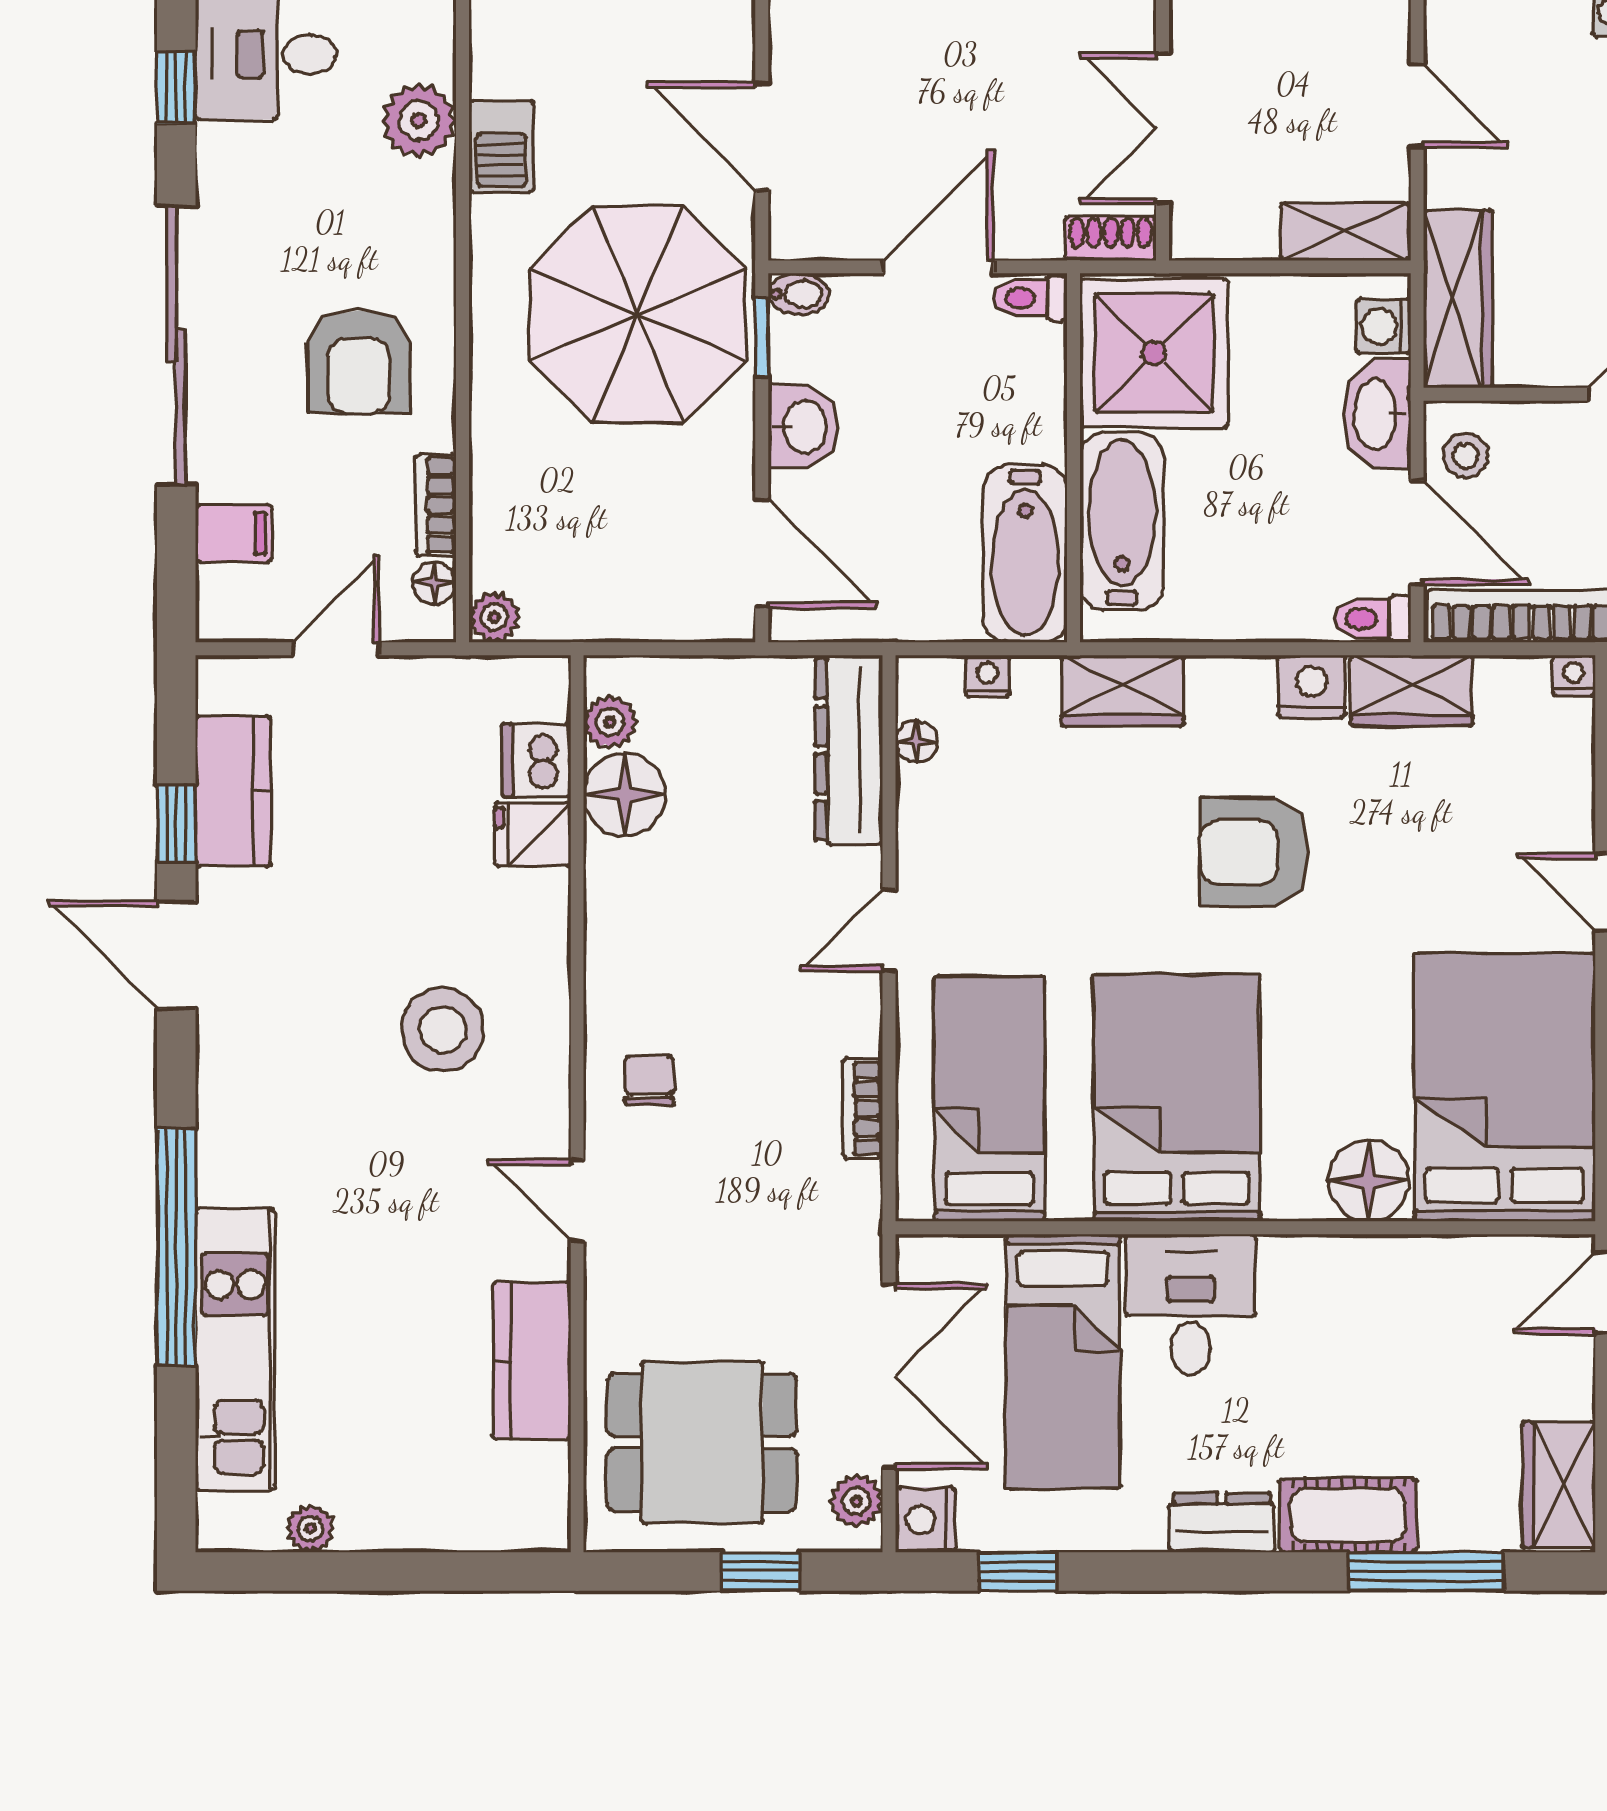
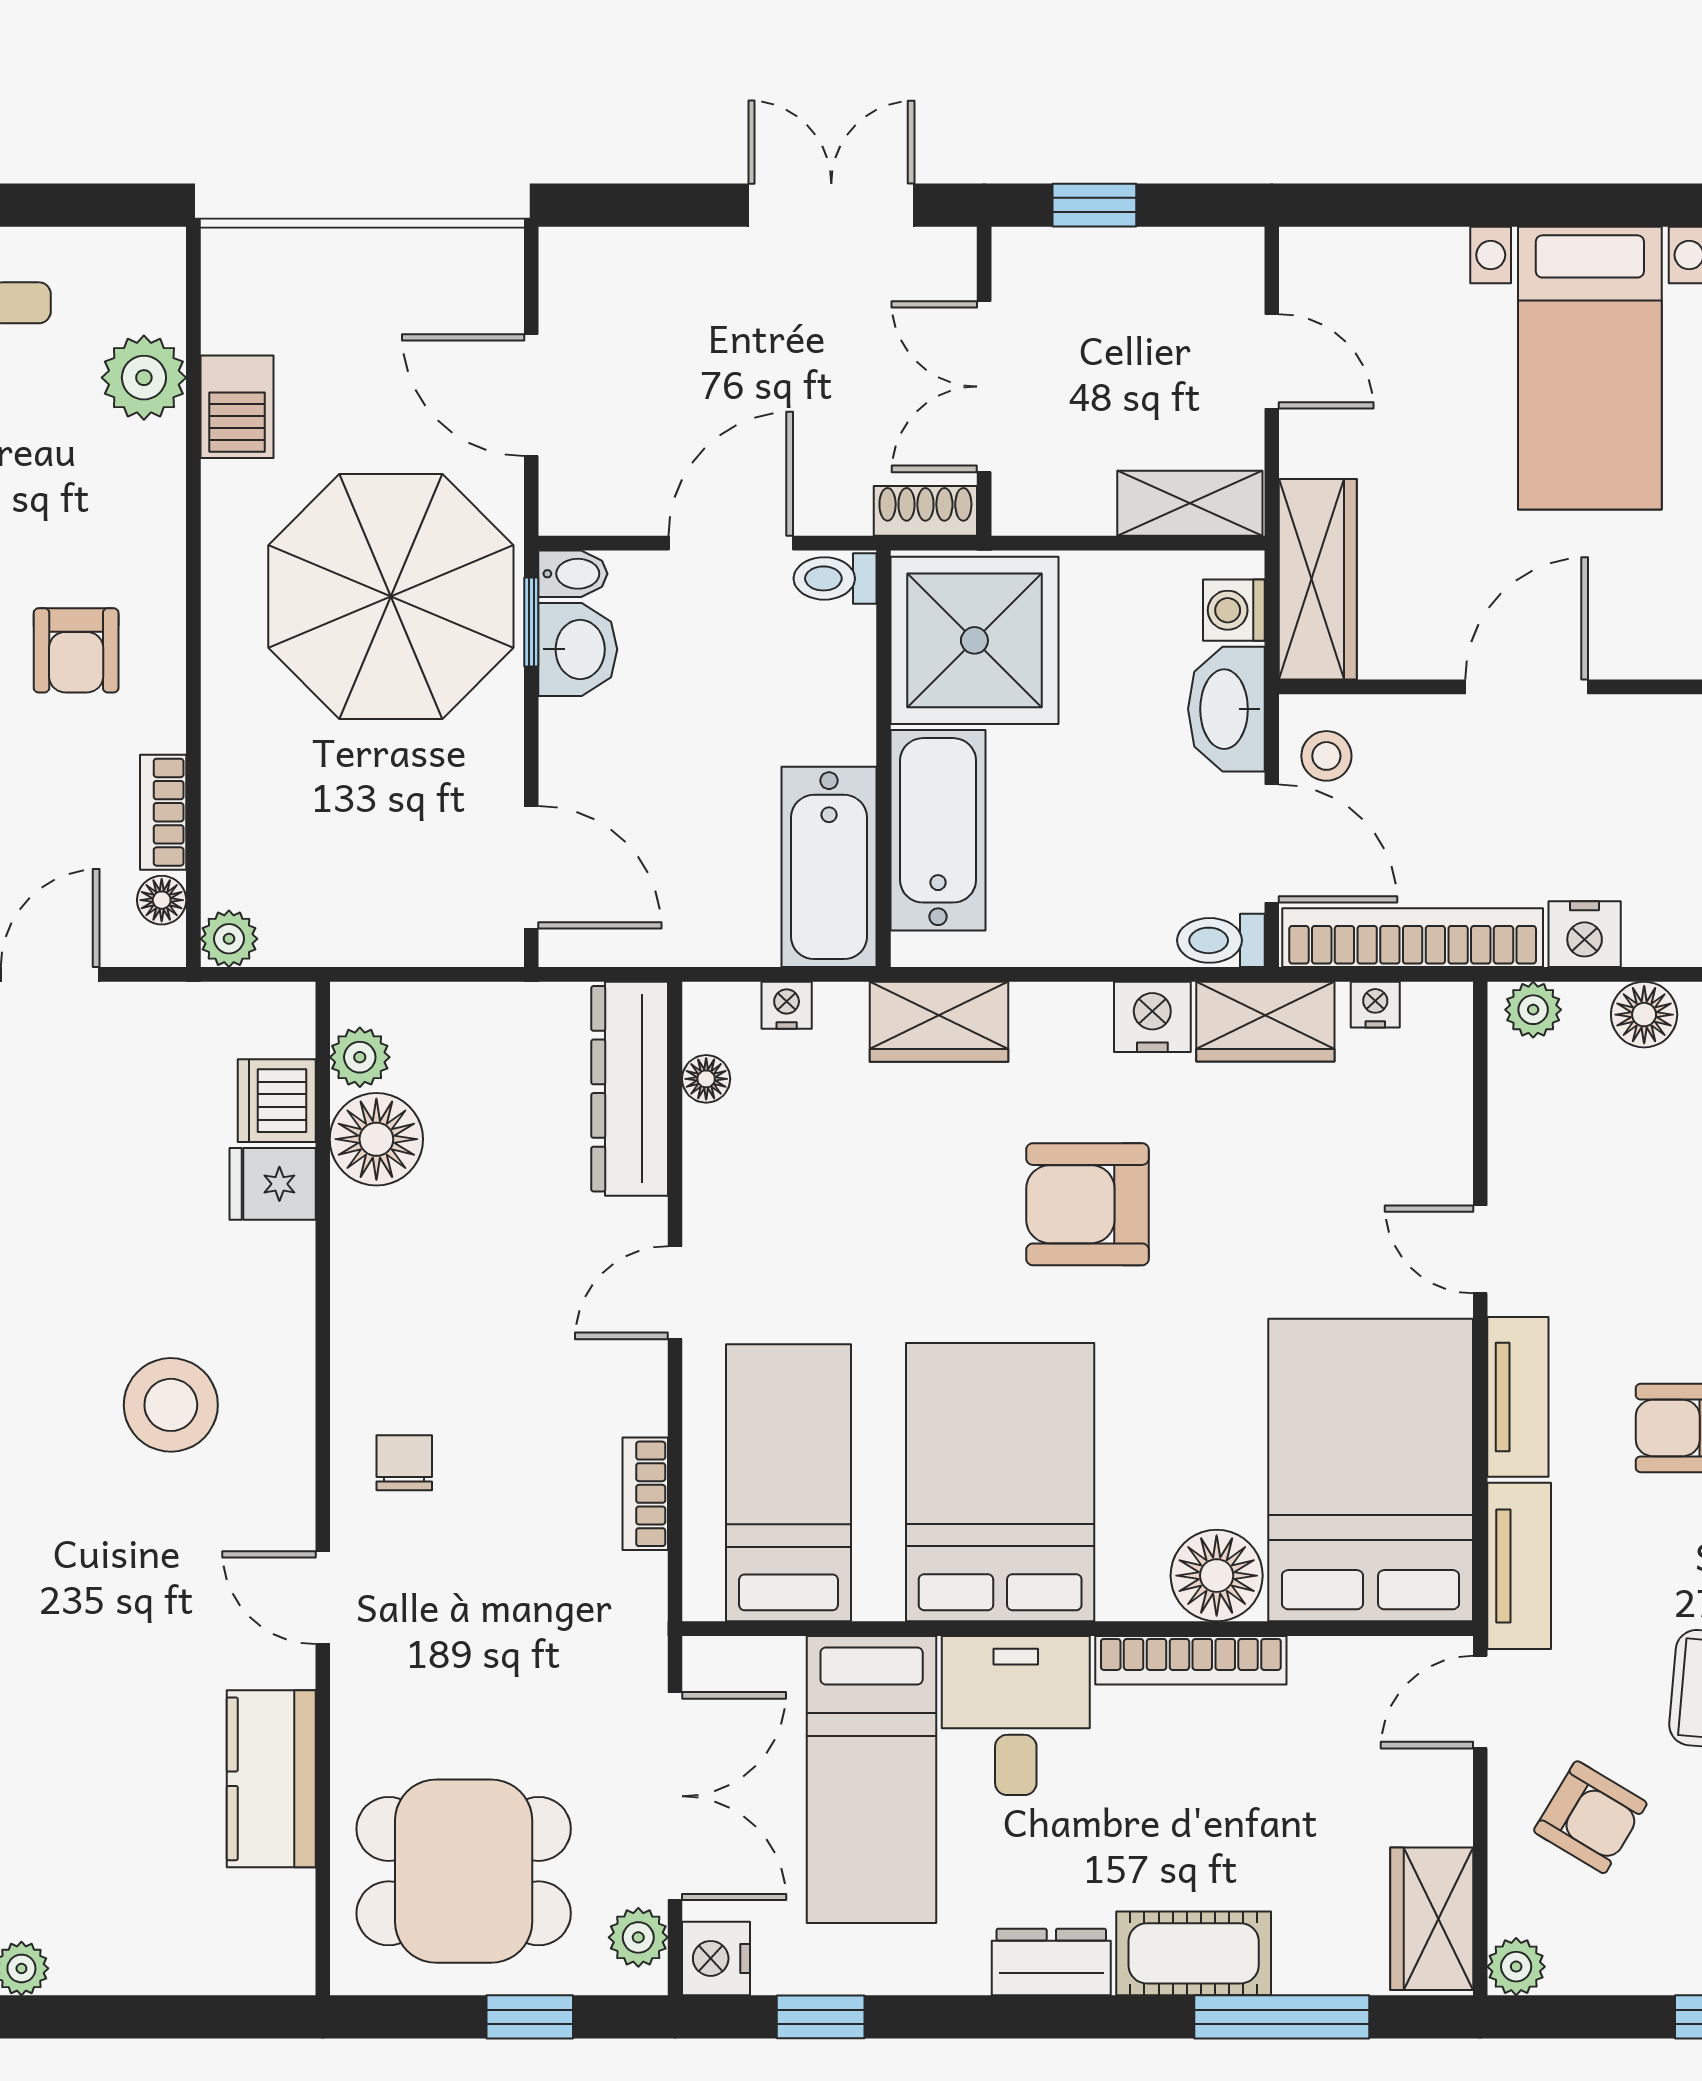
armchair: (359, 362) -> (76, 650), width x0.72, depth x0.72
washbasin: (803, 427) -> (578, 649), moved
nightstand: (1574, 675) -> (1375, 1005), moved
bookcase: (1346, 1256) -> (1191, 1660), added

